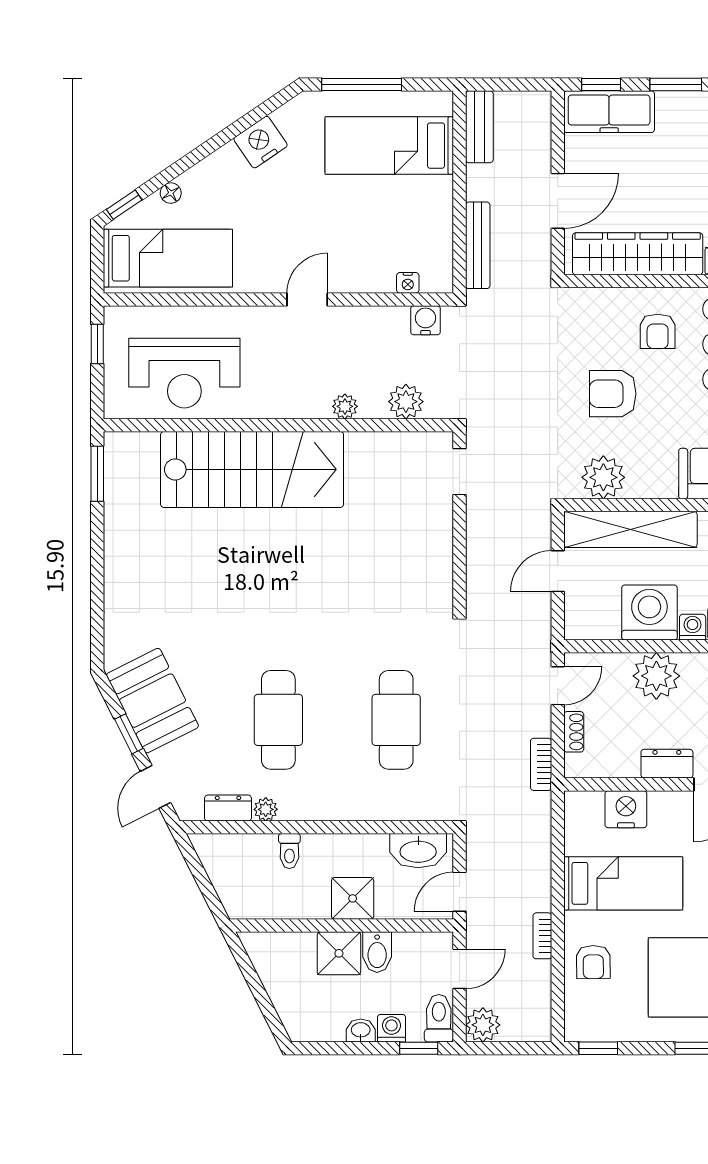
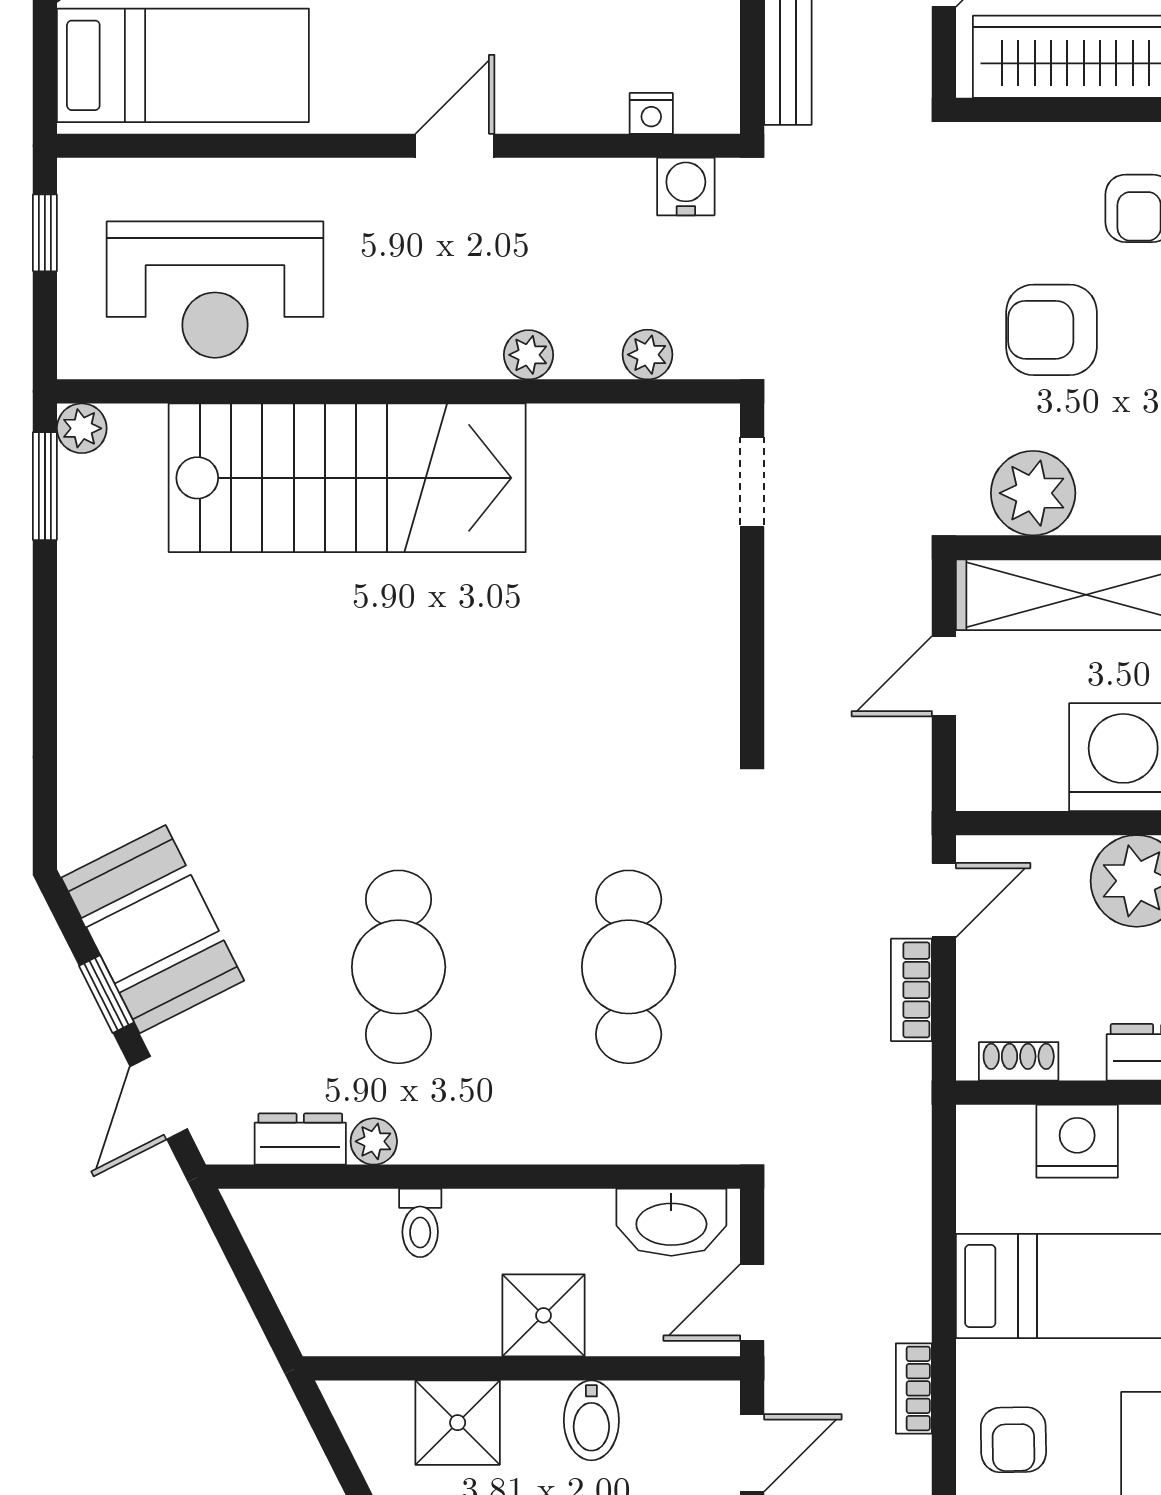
plant: (406, 402) -> (647, 355), width x0.73, depth x0.73
plant: (116, 444) -> (82, 428), added
shoe rack: (574, 732) -> (1019, 1061), moved, turned -90
bookcase: (541, 764) -> (911, 990), moved
shower: (339, 953) -> (458, 1423), moved

